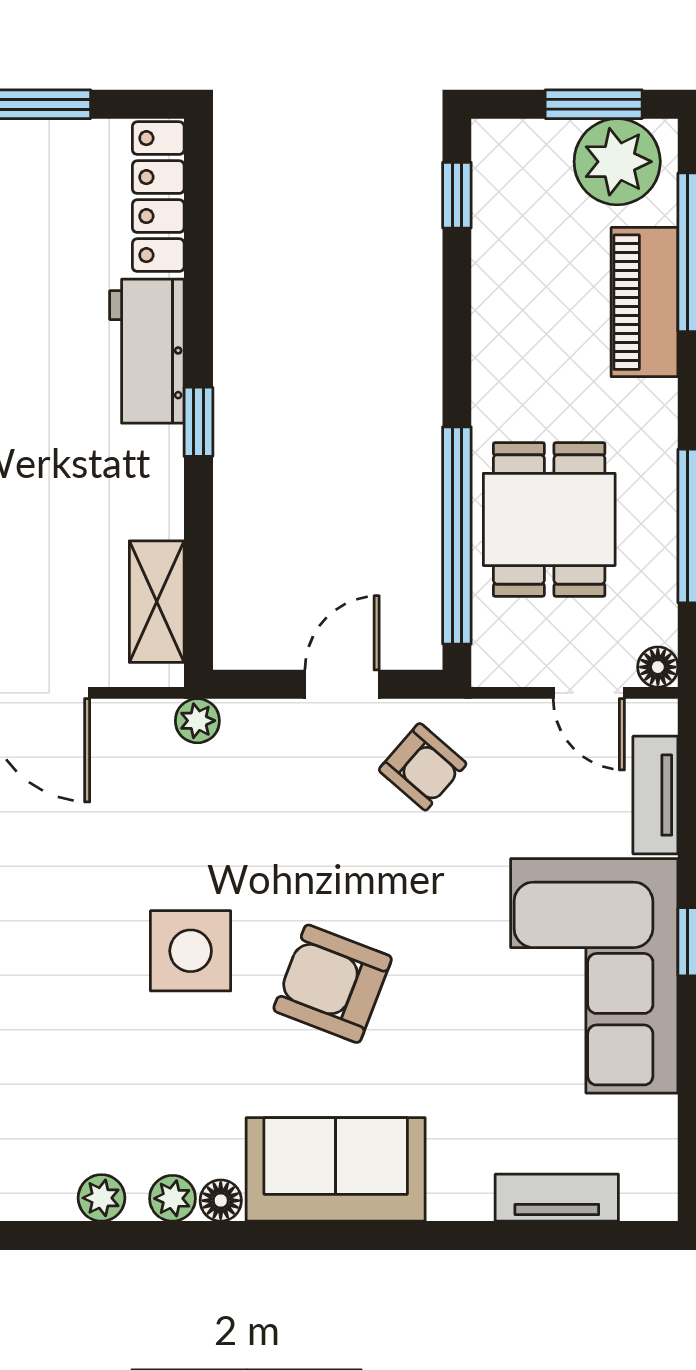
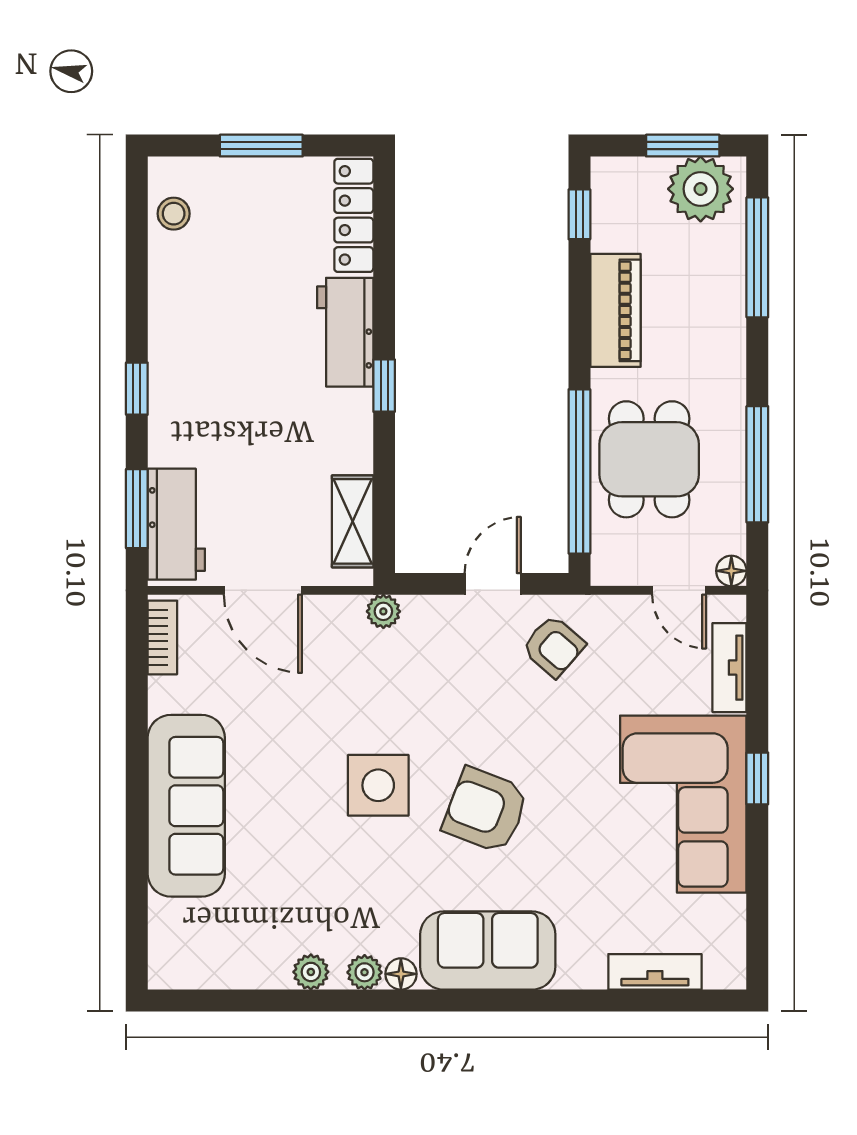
piano: (645, 302) -> (615, 310), moved, turned 180

